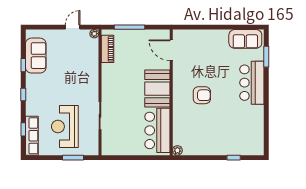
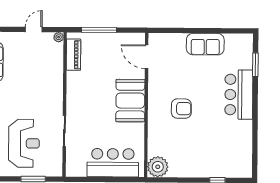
sofa: (245, 39) -> (205, 44), moved
reception desk: (65, 127) -> (24, 143), turned 180
bar counter: (157, 130) -> (113, 163), moved, turned 90
plant: (177, 150) -> (158, 167), width x1.88, depth x1.88

